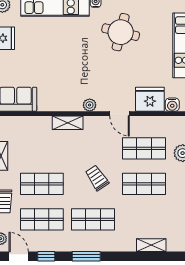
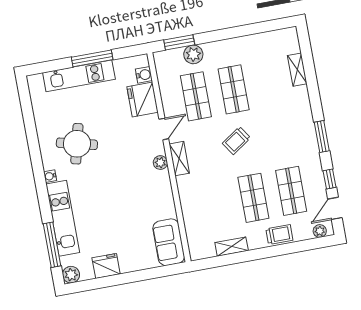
shelving: (68, 123) -> (179, 159), moved
shop shelf: (93, 219) -> (281, 137), removed

